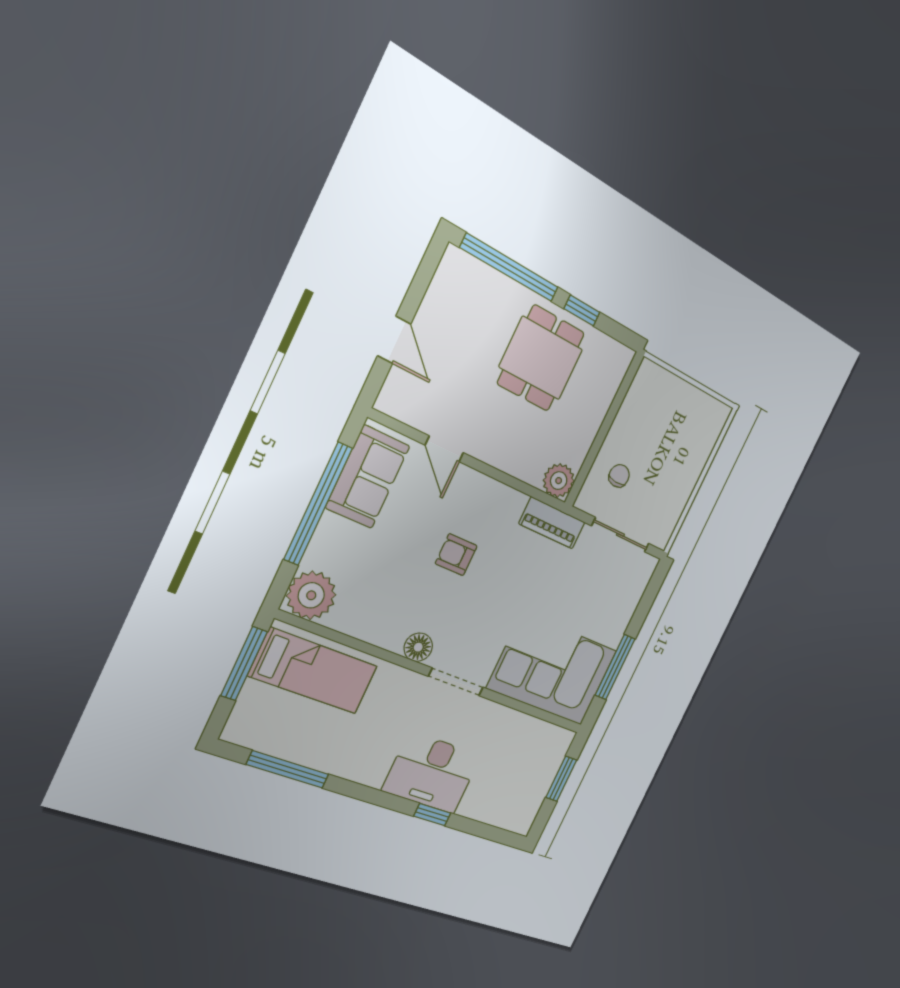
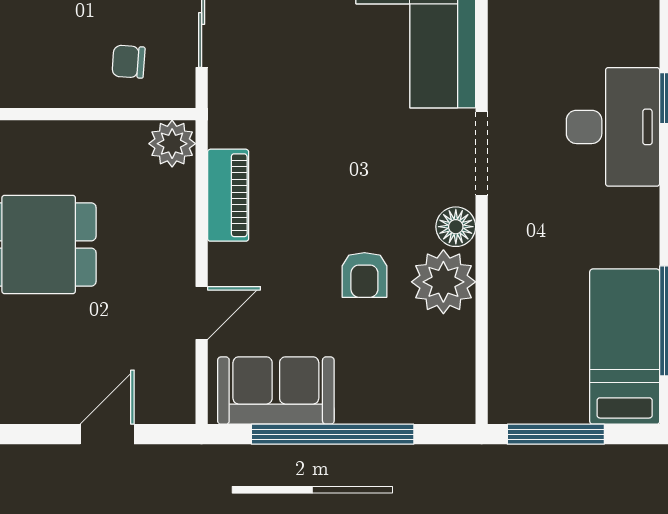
piano: (552, 523) -> (228, 195), moved
armchair: (456, 555) -> (364, 275), moved
plant: (311, 595) -> (443, 282), moved
bed: (313, 671) -> (625, 347), moved

